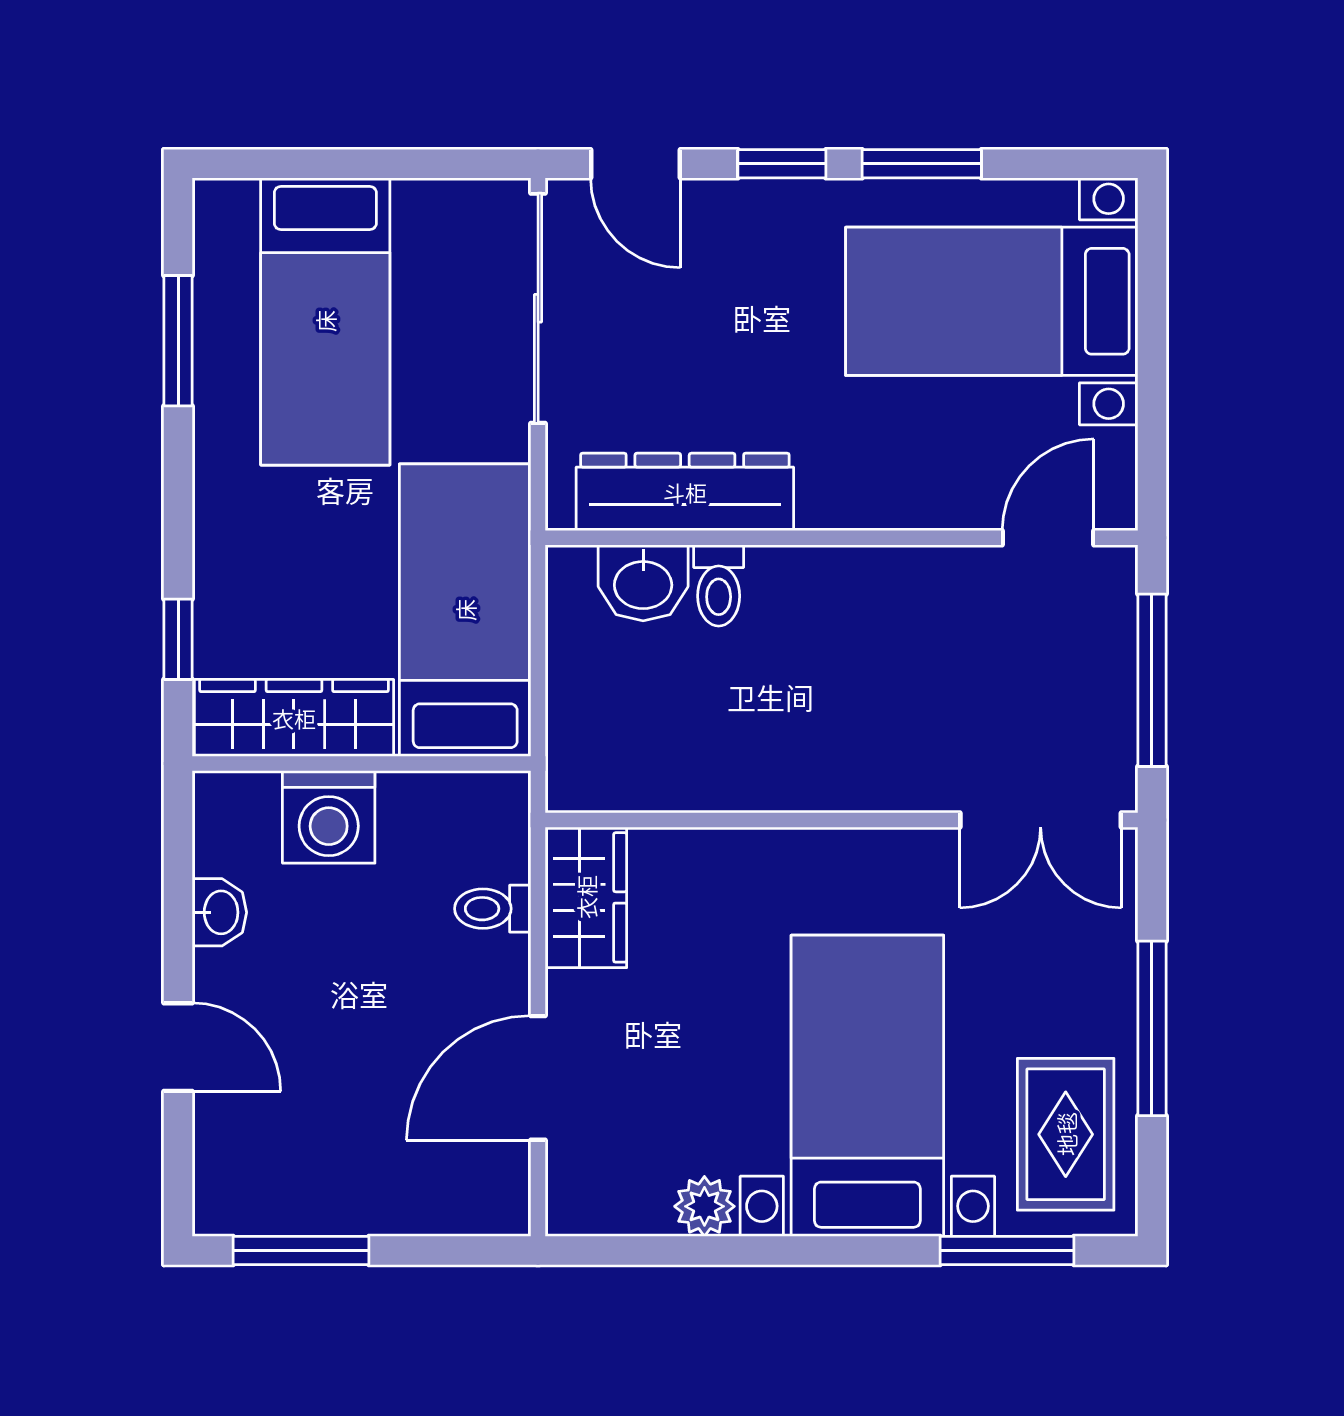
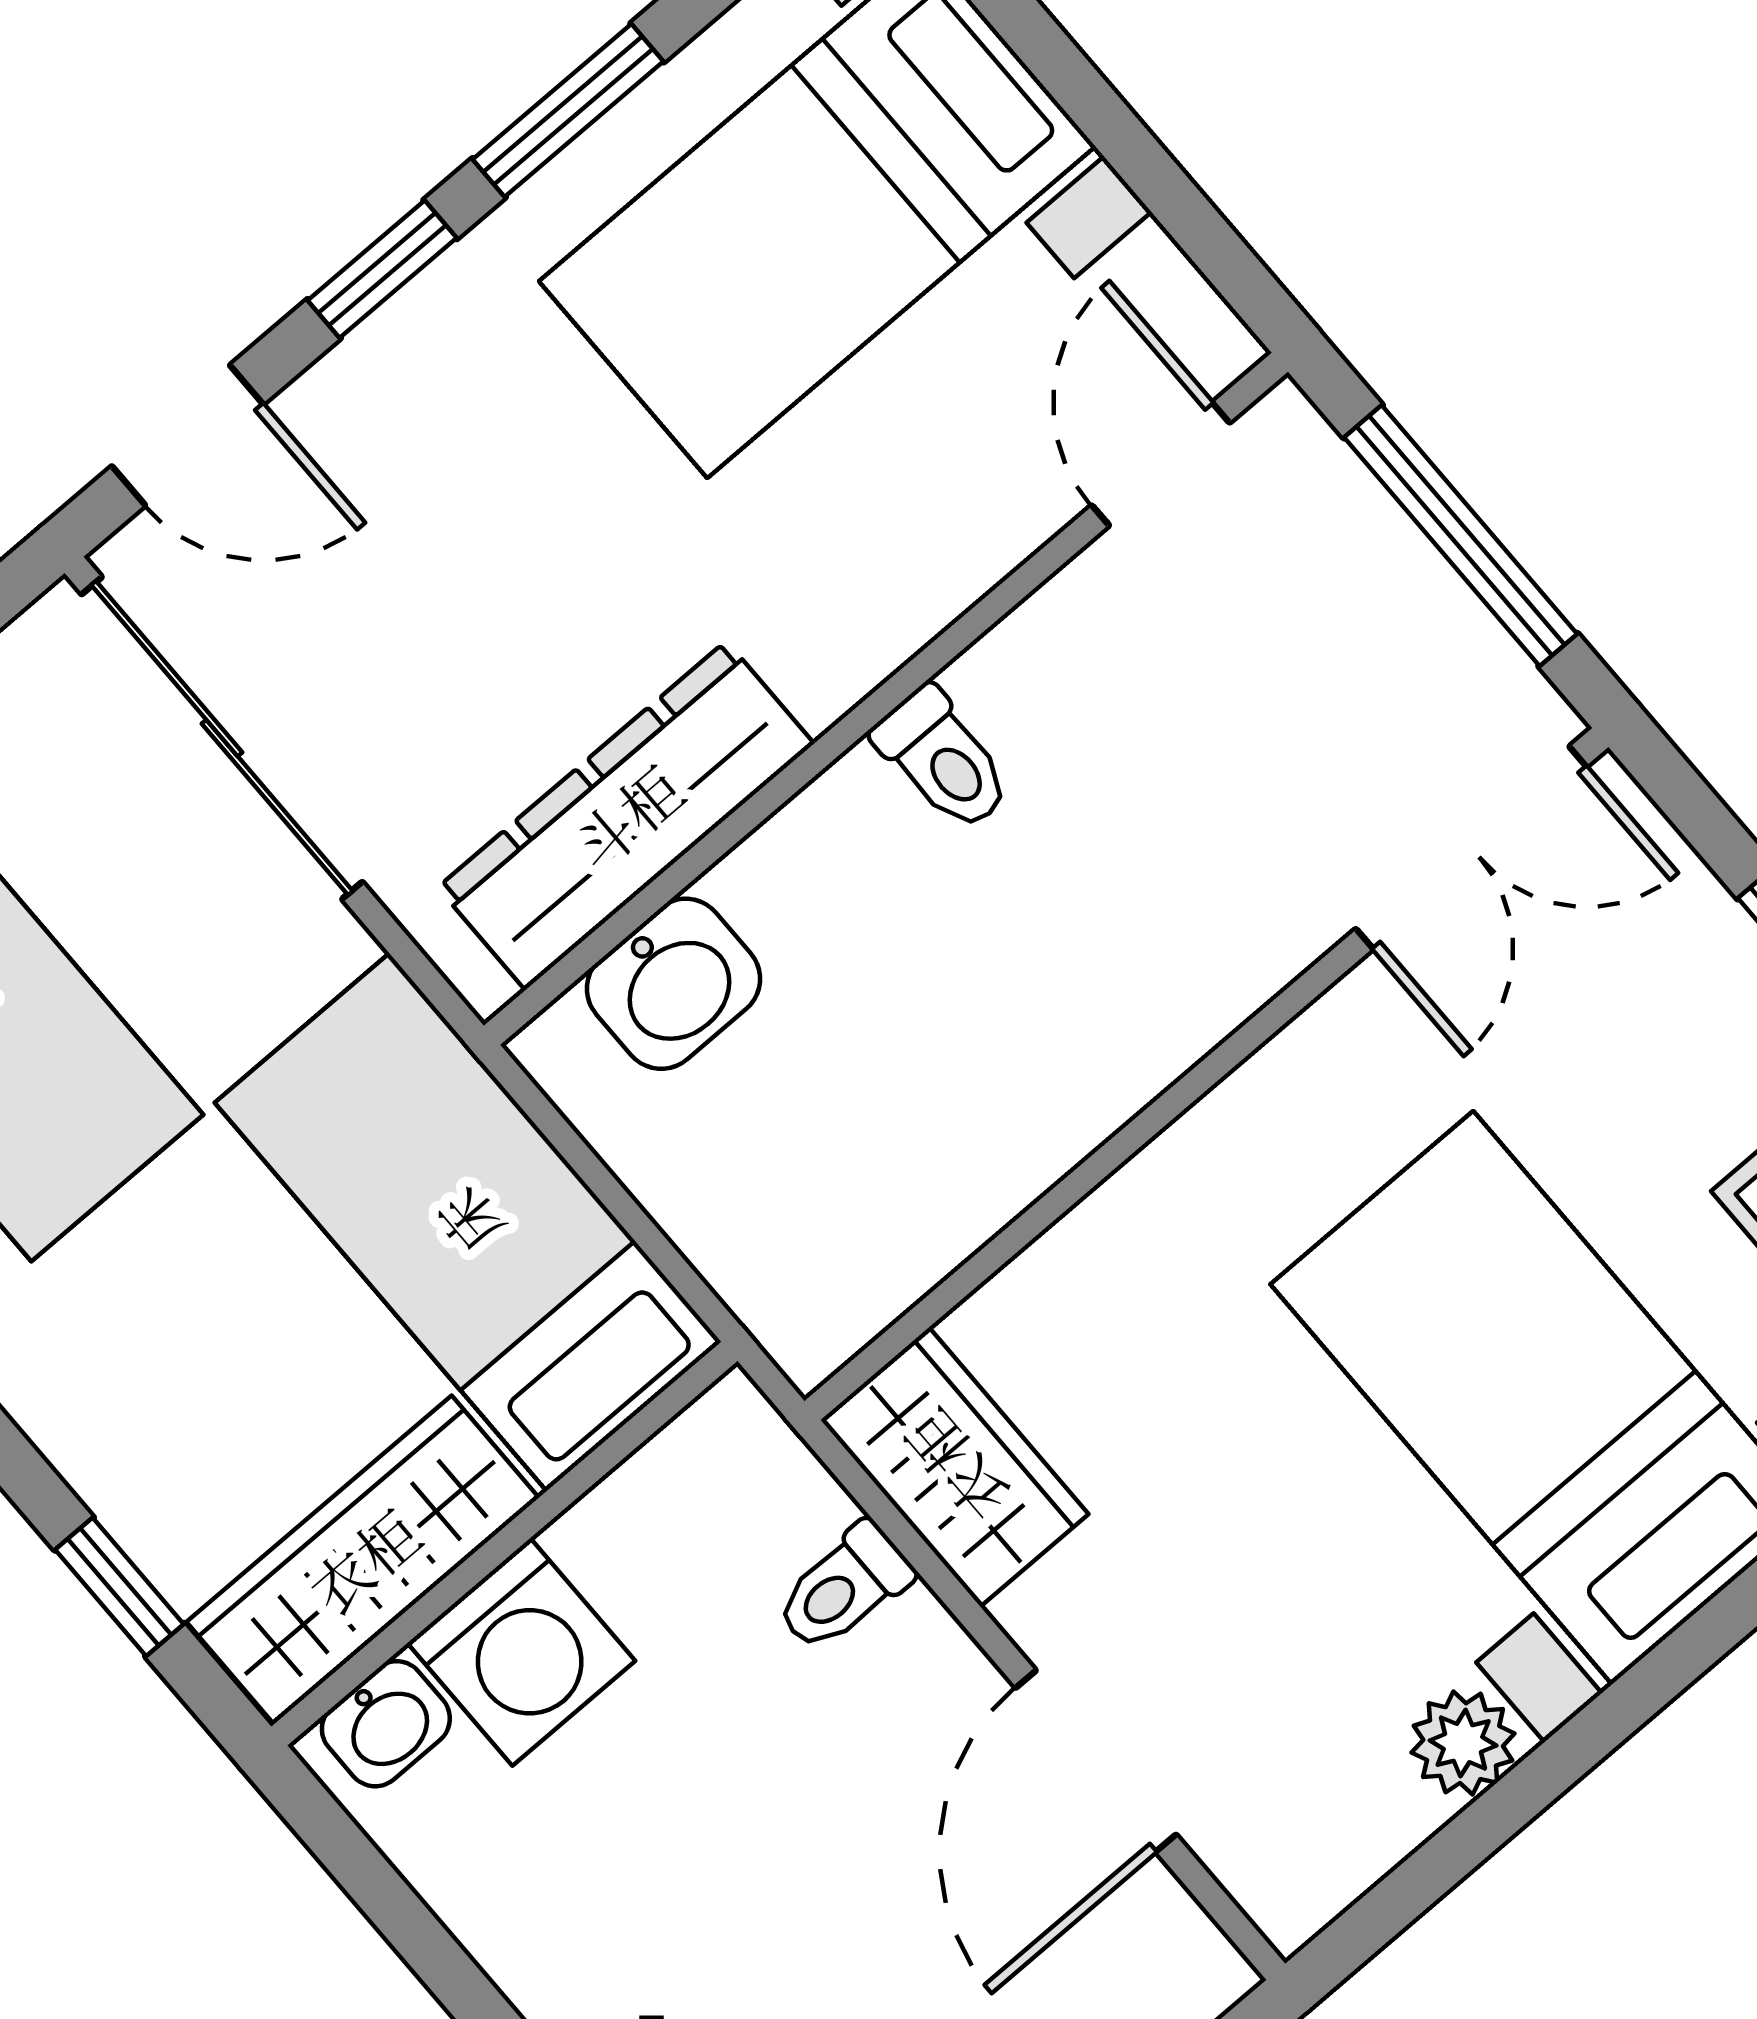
toilet: (719, 585) -> (943, 759), moved
washbasin: (219, 912) -> (386, 1724), moved, turned 90

